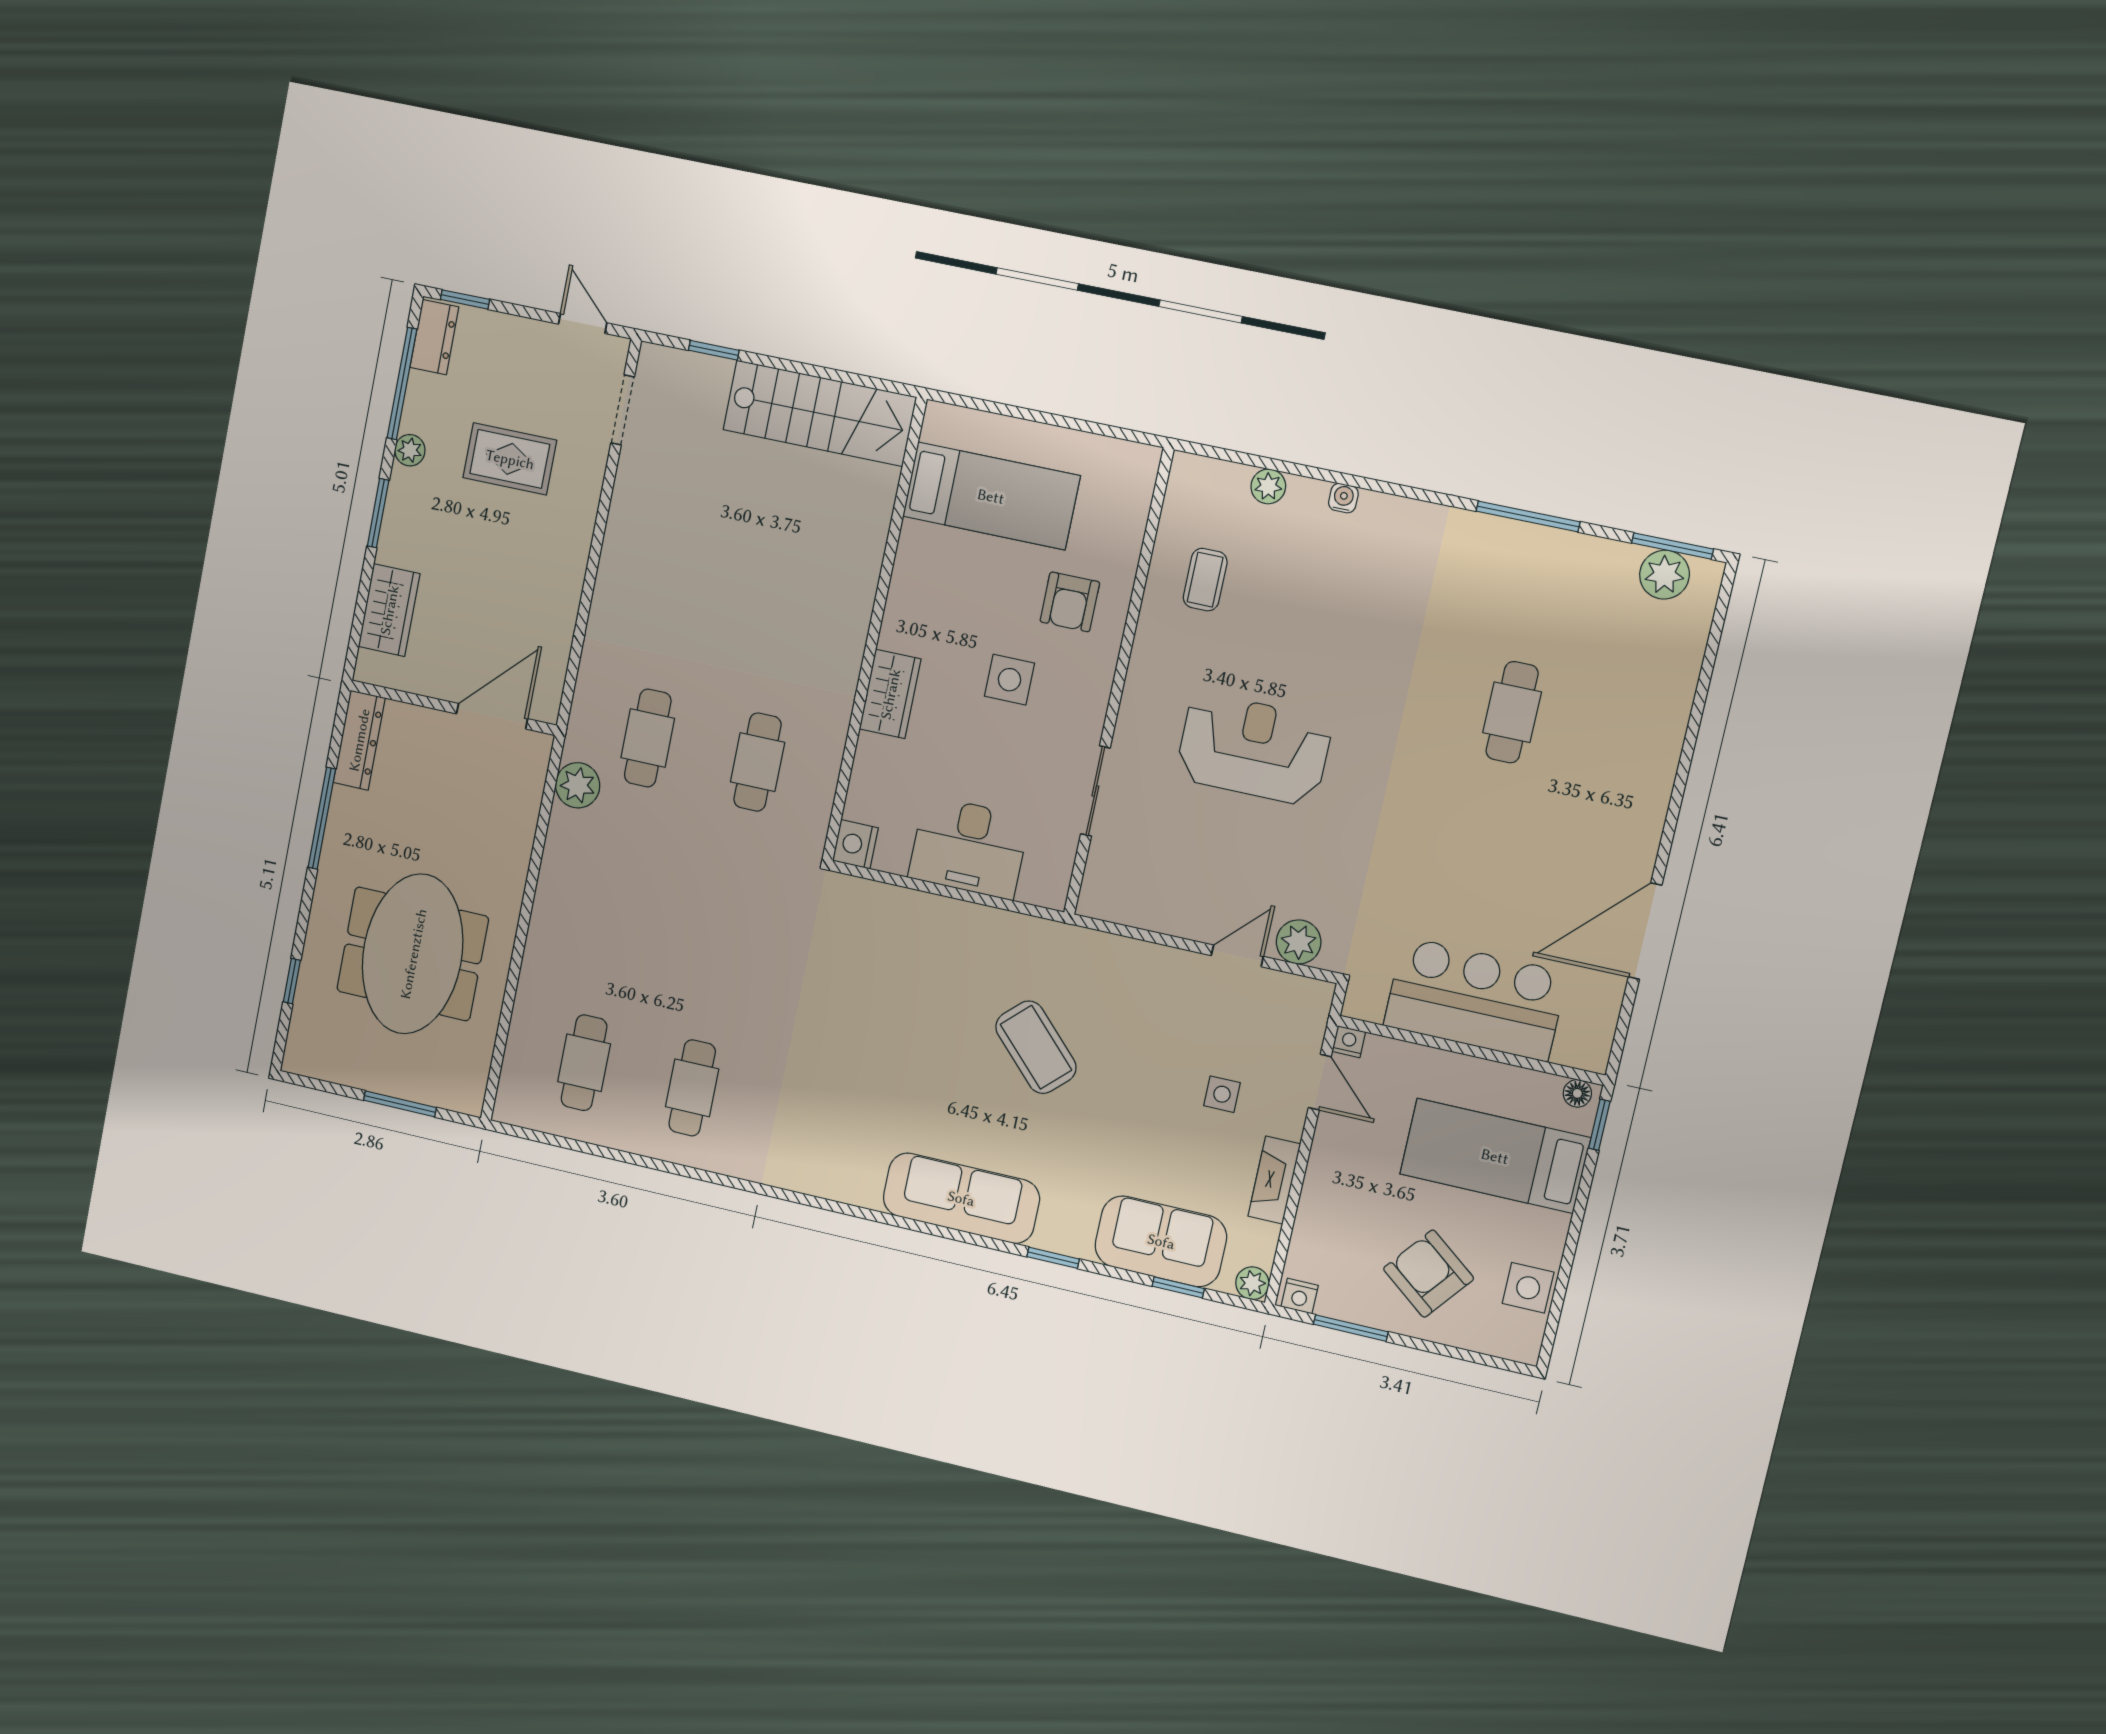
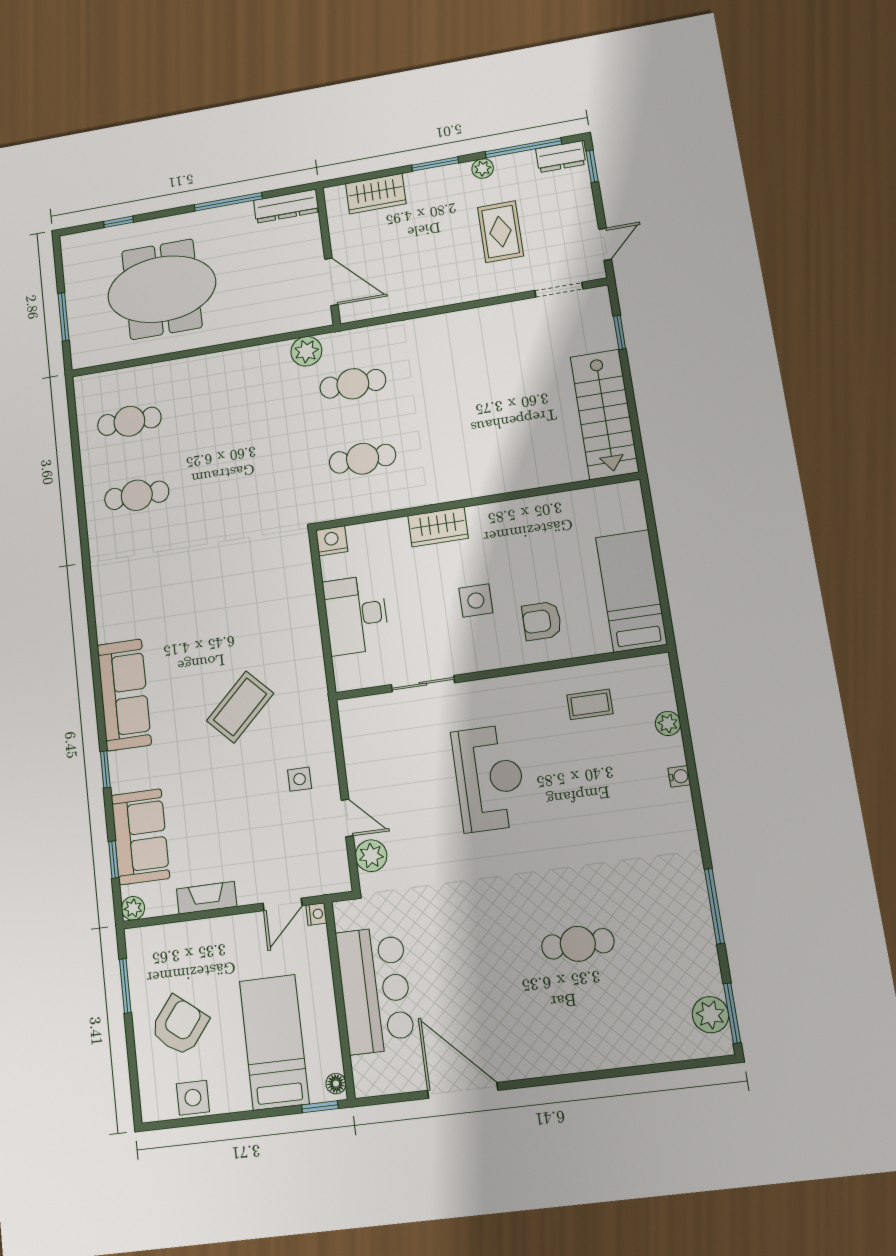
bed: (991, 496) -> (631, 591), moved, turned 180
side table: (1222, 1094) -> (300, 779), moved
nightstand: (1300, 1296) -> (135, 943), removed

